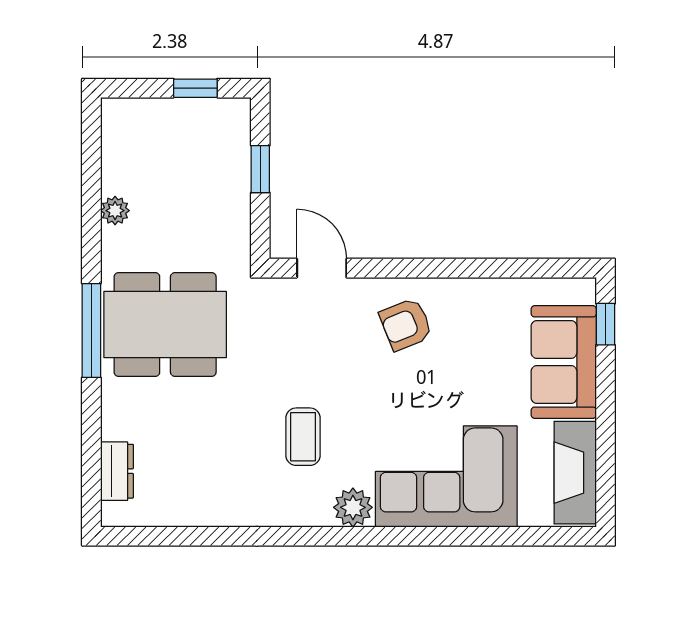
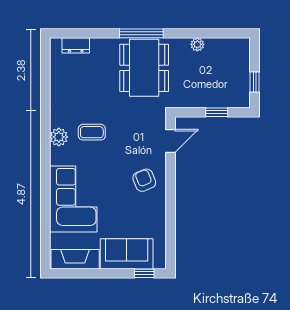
plant: (353, 507) -> (59, 137), moved

